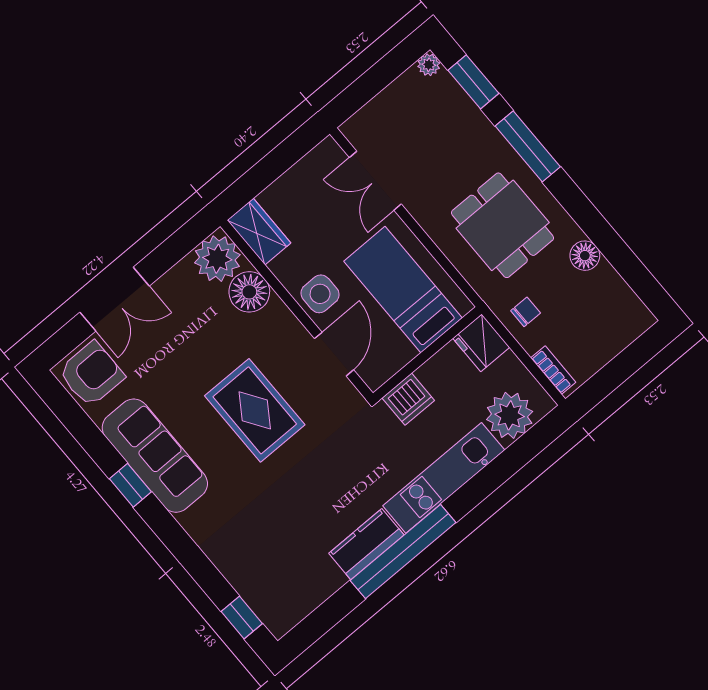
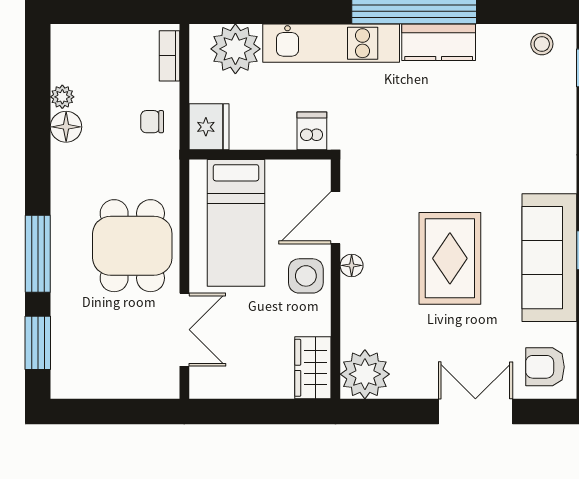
plant: (429, 65) -> (62, 97), moved
dining table: (503, 225) -> (132, 246), moved
floor lamp: (249, 292) -> (352, 265), moved, width x0.53, depth x0.53
armchair: (91, 374) -> (545, 367), width x0.72, depth x0.72
dishwasher: (408, 399) -> (312, 131), width x0.73
rug: (255, 410) -> (450, 258), moved
stool: (291, 606) -> (542, 44), added

